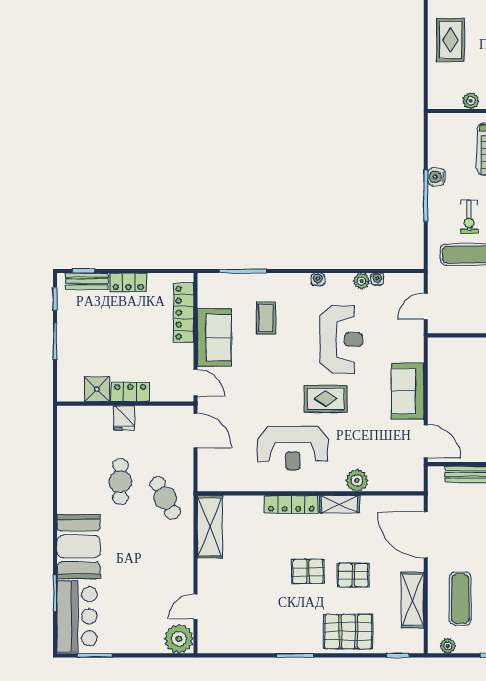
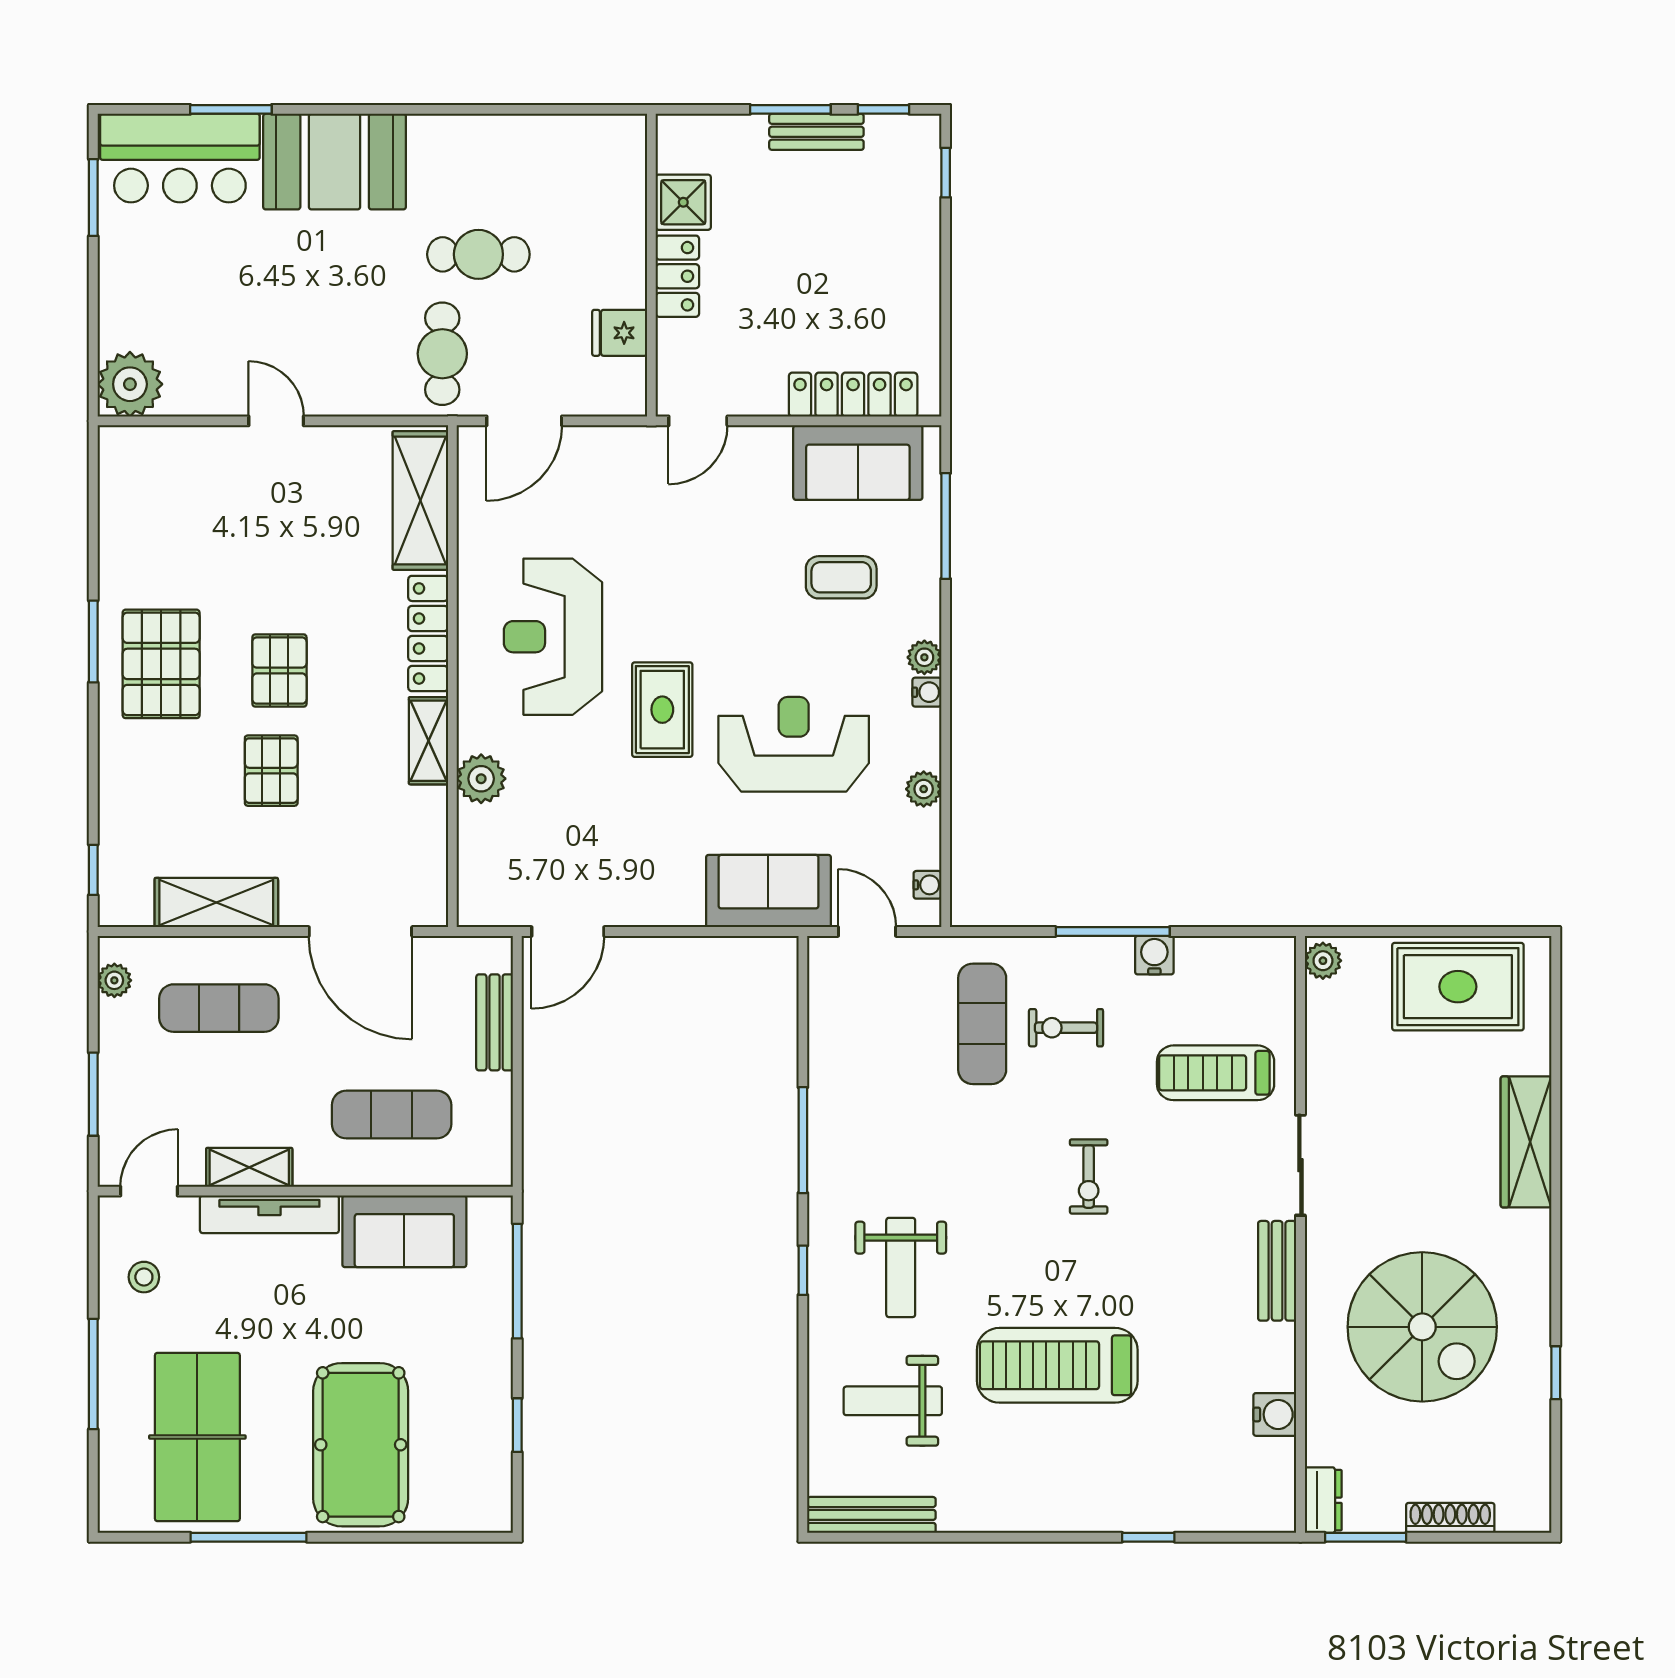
rug: (451, 40) -> (1458, 987), width x1.36, depth x1.43
plant: (471, 101) -> (1323, 961), moved
water cooler: (377, 279) -> (927, 885), moved
bench: (87, 281) -> (816, 132), moved, turned 90
plant: (302, 281) -> (924, 657), added
locker: (128, 282) -> (920, 272), removed
sofa: (214, 338) -> (858, 463), moved
reception desk: (341, 340) -> (794, 744), turned 180
sofa: (407, 391) -> (768, 891), moved
fridge: (124, 418) -> (620, 333), moved
door: (195, 431) -> (524, 421), moved
cafe table: (165, 498) -> (442, 354), turned -63
shelving: (210, 527) -> (420, 500), moved, turned 90
door: (426, 535) -> (360, 932), swing flipped
door: (195, 607) -> (276, 421), moved
pallet: (348, 632) -> (161, 664), moved

